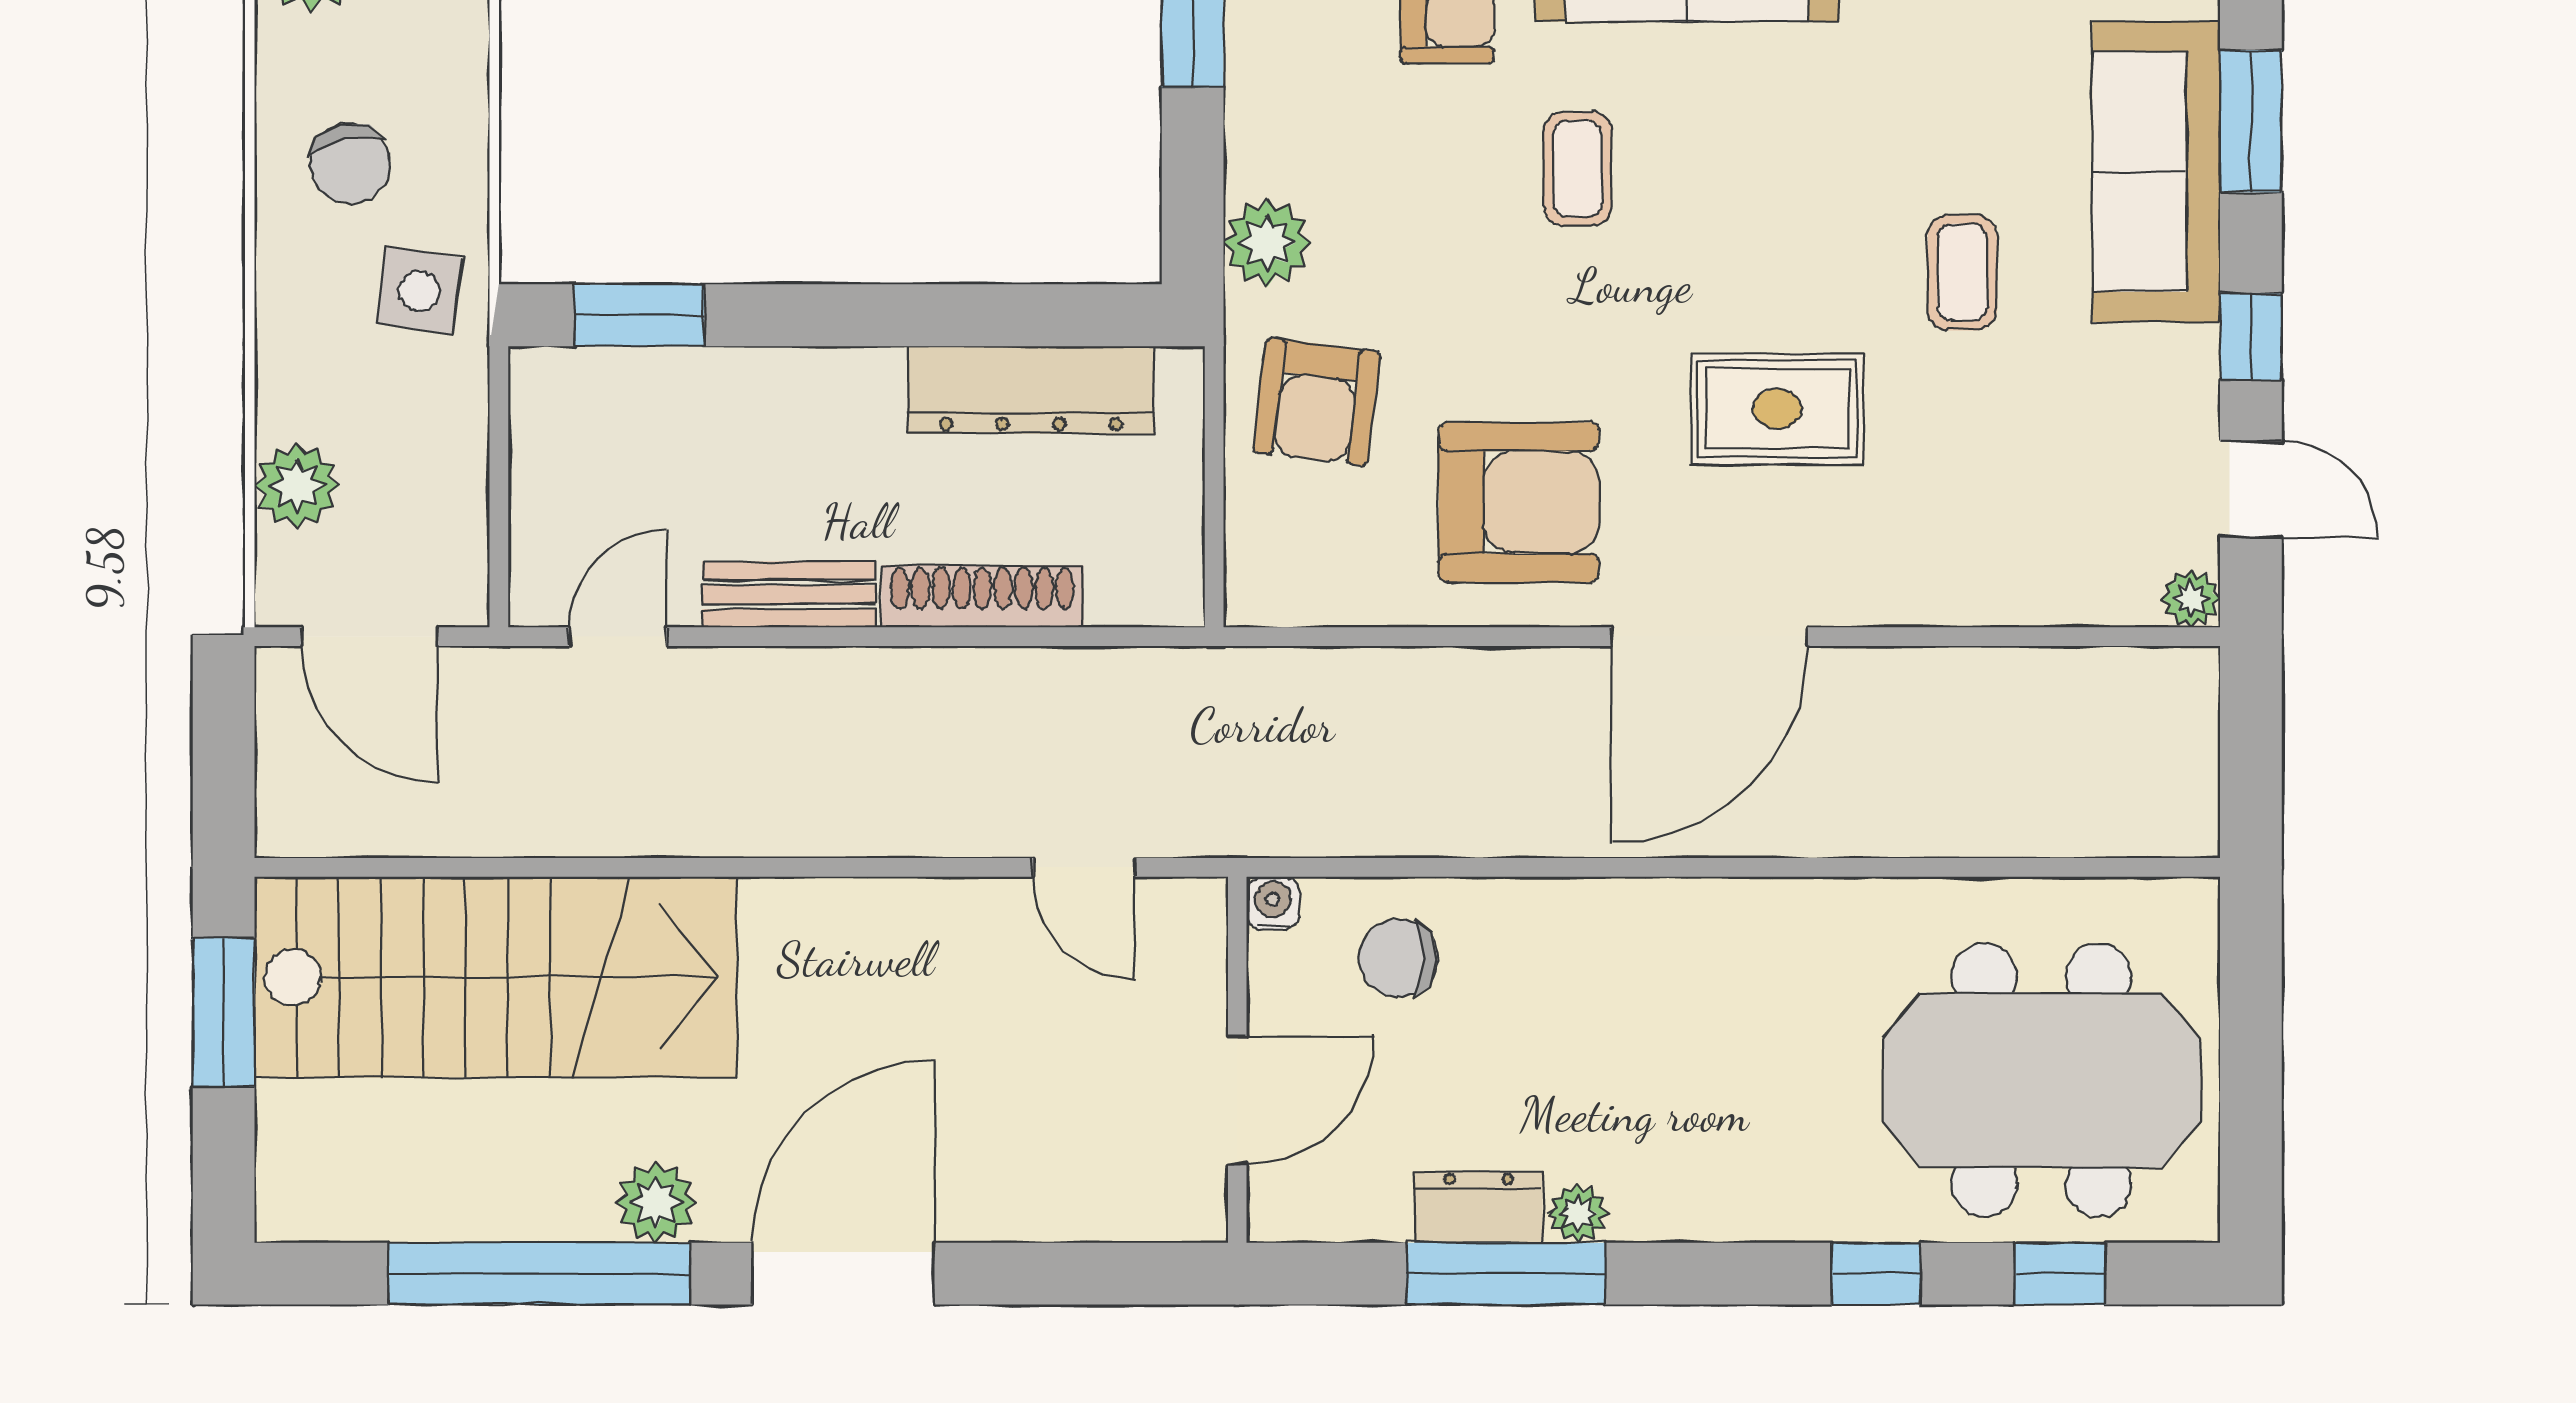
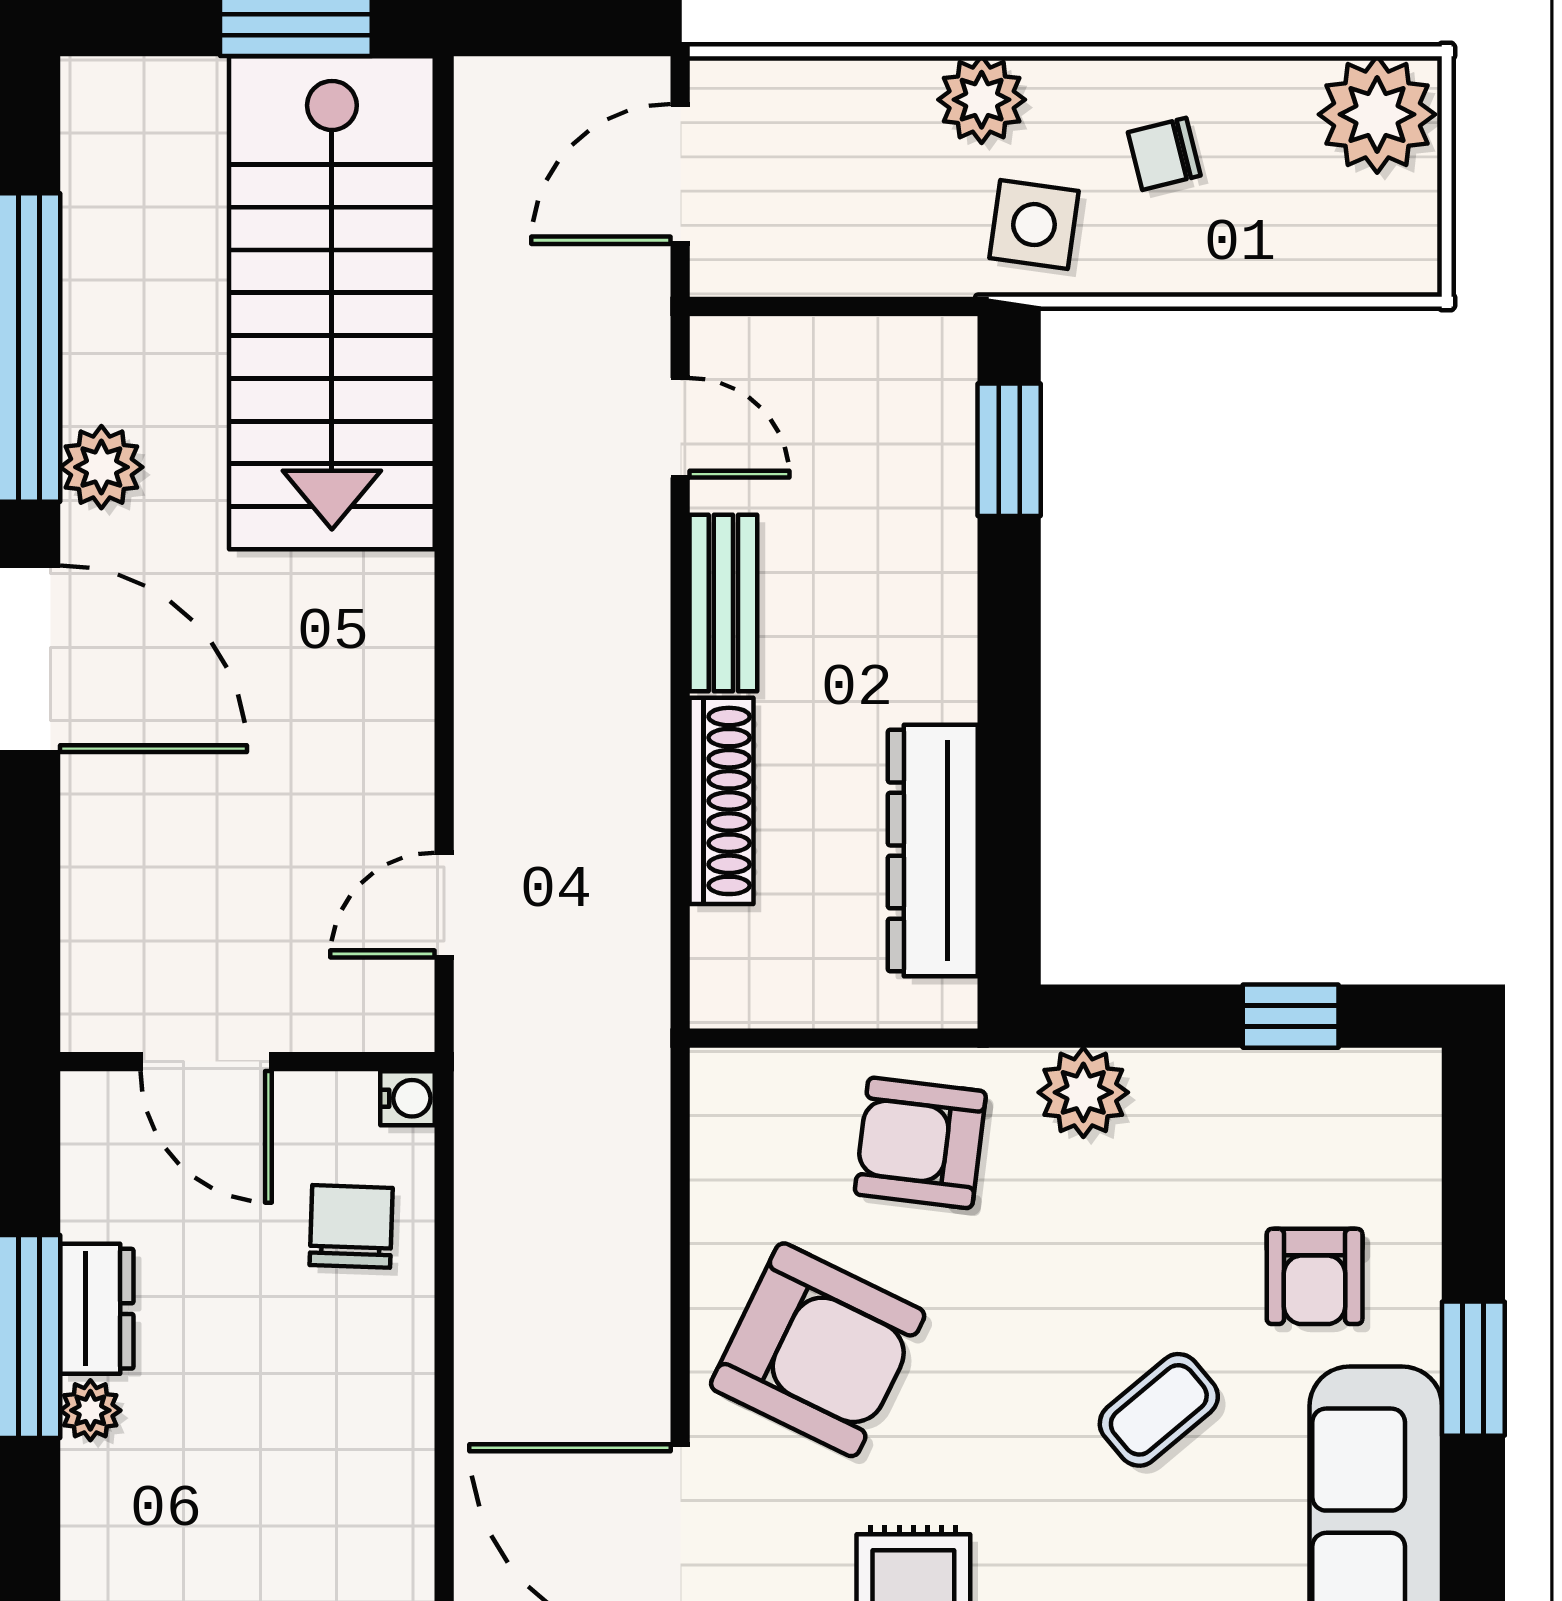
chair: (350, 164) -> (1164, 154), width x0.73, depth x0.73
coffee table: (1578, 169) -> (1159, 1410), turned -40
plant: (297, 486) -> (982, 100), moved
armchair: (1519, 502) -> (818, 1350), turned -64

